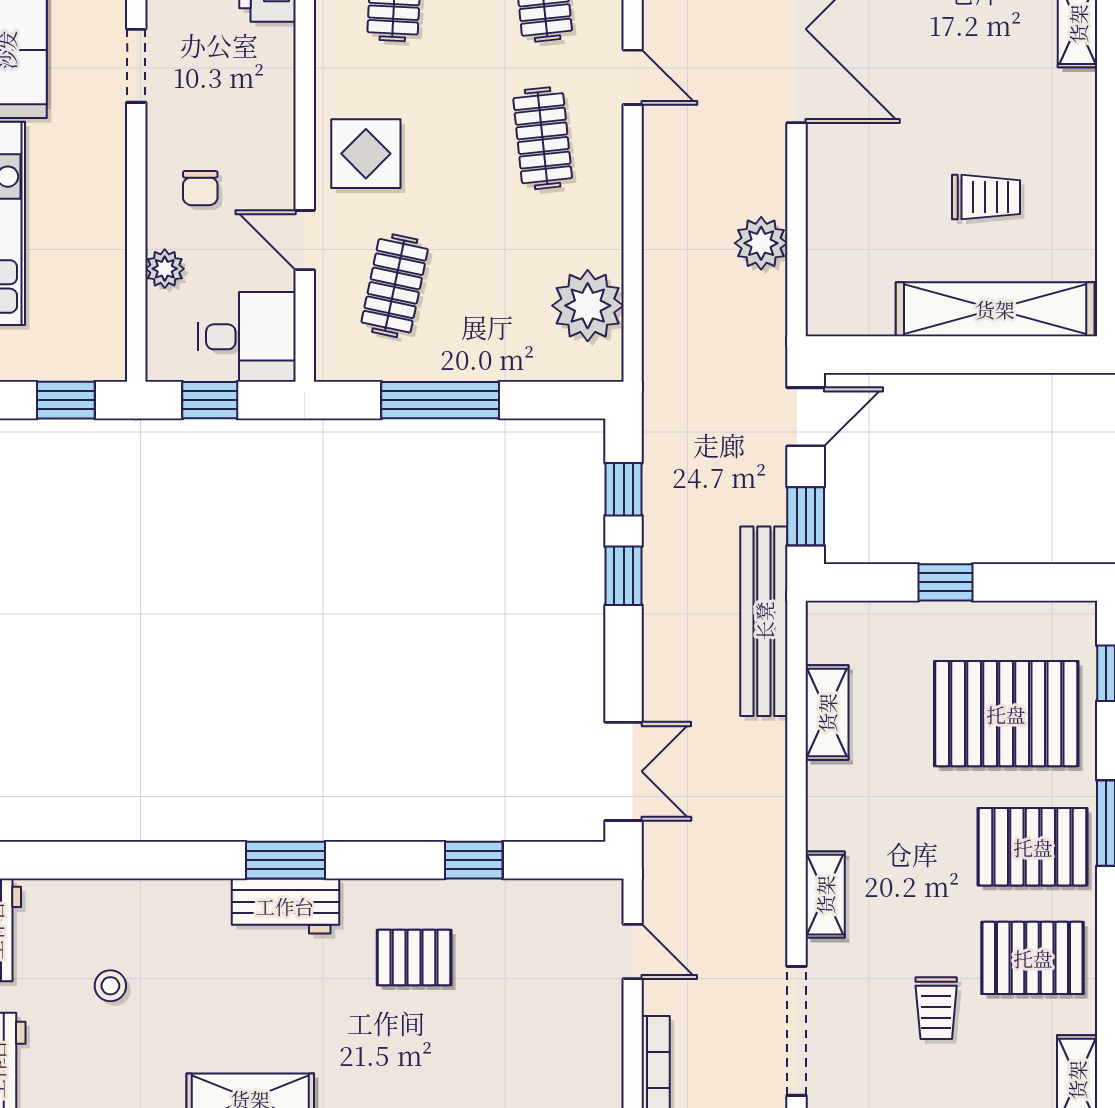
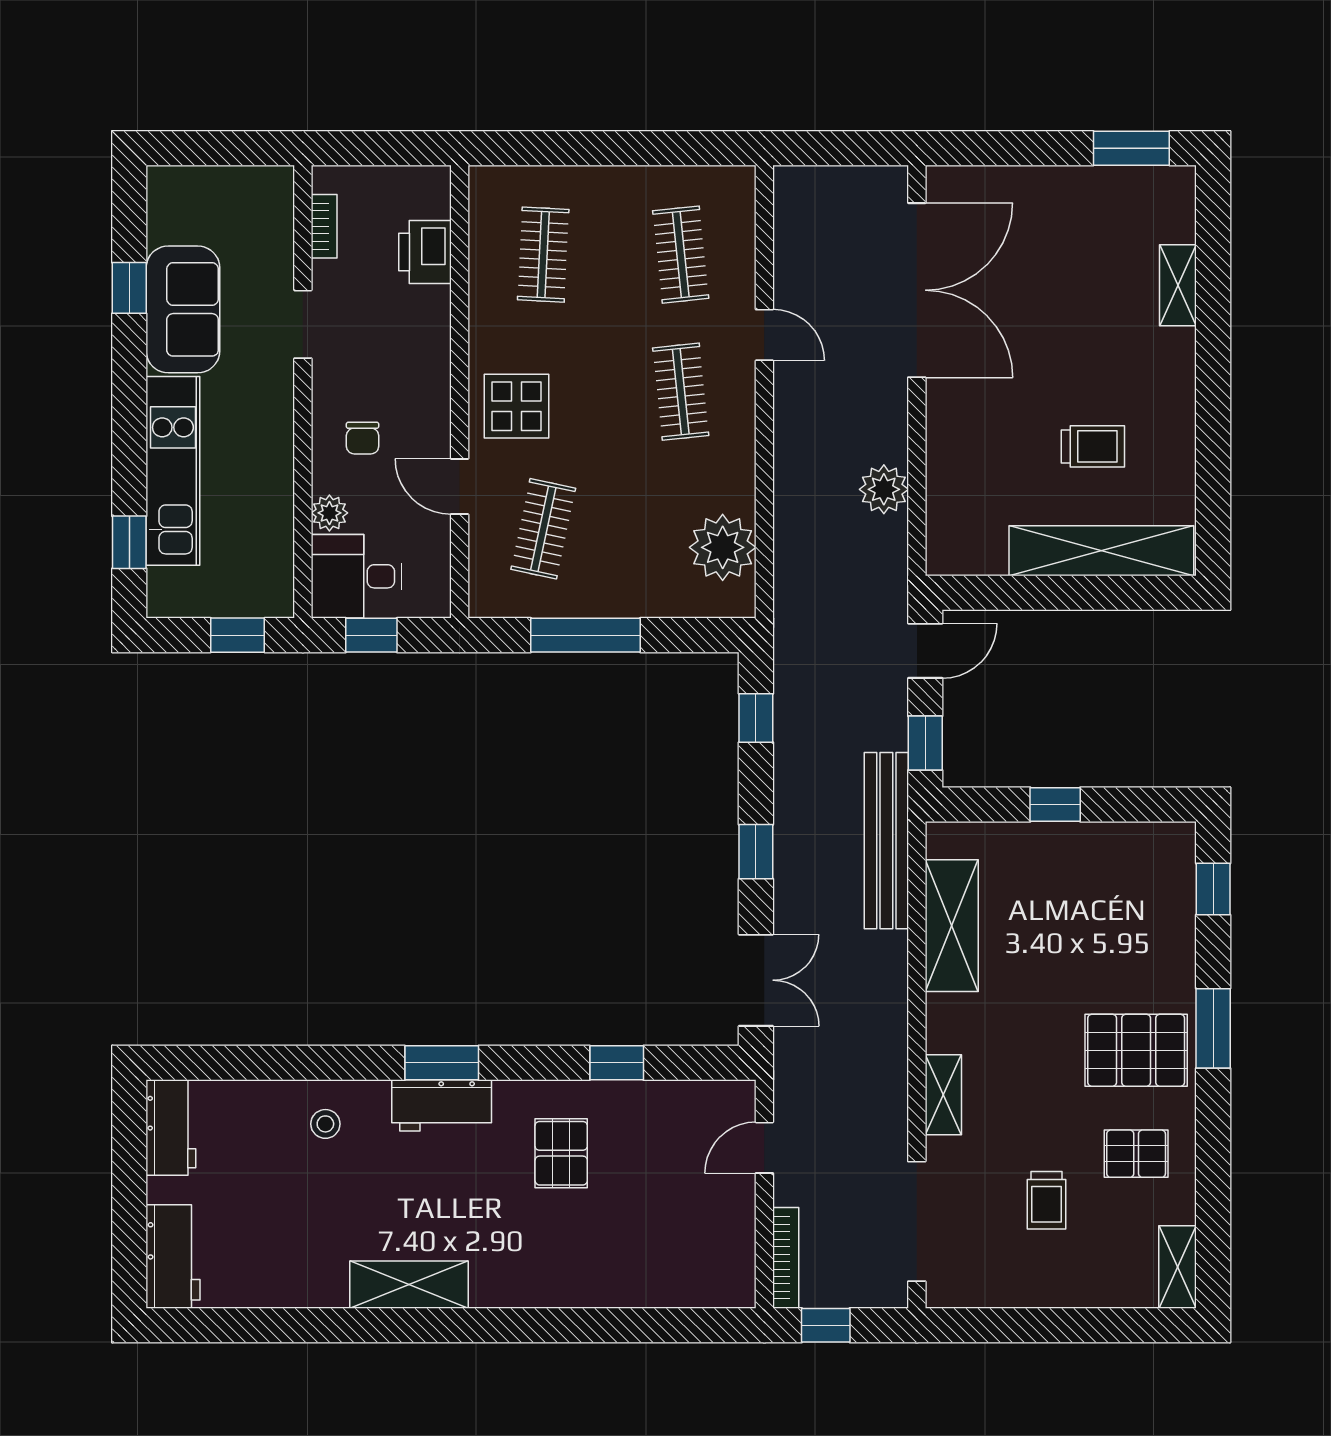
desk: (247, 337) -> (357, 576), moved, turned 180
window: (624, 576) -> (756, 852), moved
shelving: (827, 713) -> (952, 926), width x1.50, depth x1.33
pallet: (1006, 714) -> (1112, 927), removed
door: (633, 952) -> (764, 1148), swing flipped
pallet: (414, 957) -> (561, 1153), turned 90
pallet: (1033, 958) -> (1136, 1154), width x0.67, depth x0.71
stool: (110, 986) -> (325, 1124), moved

